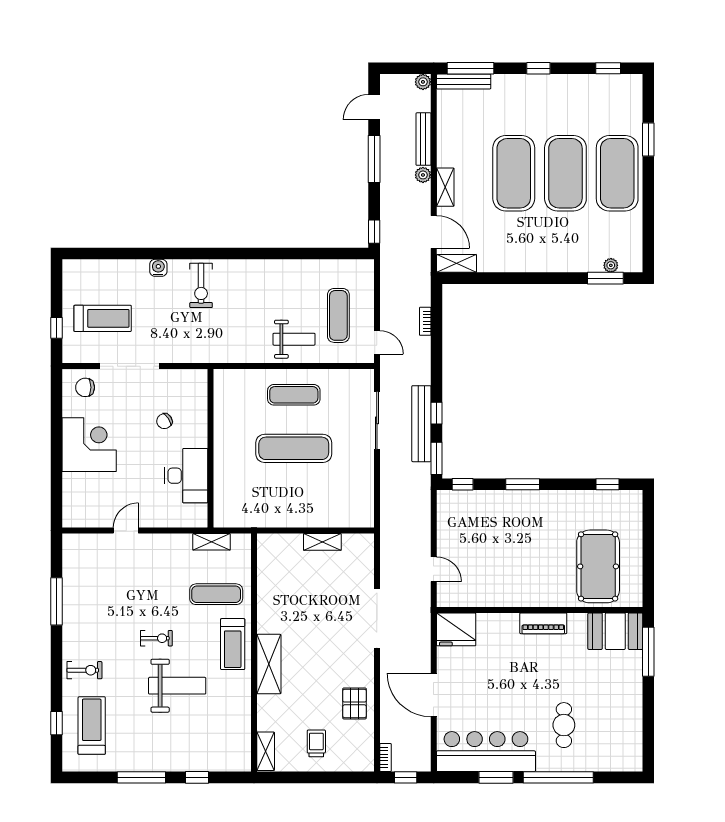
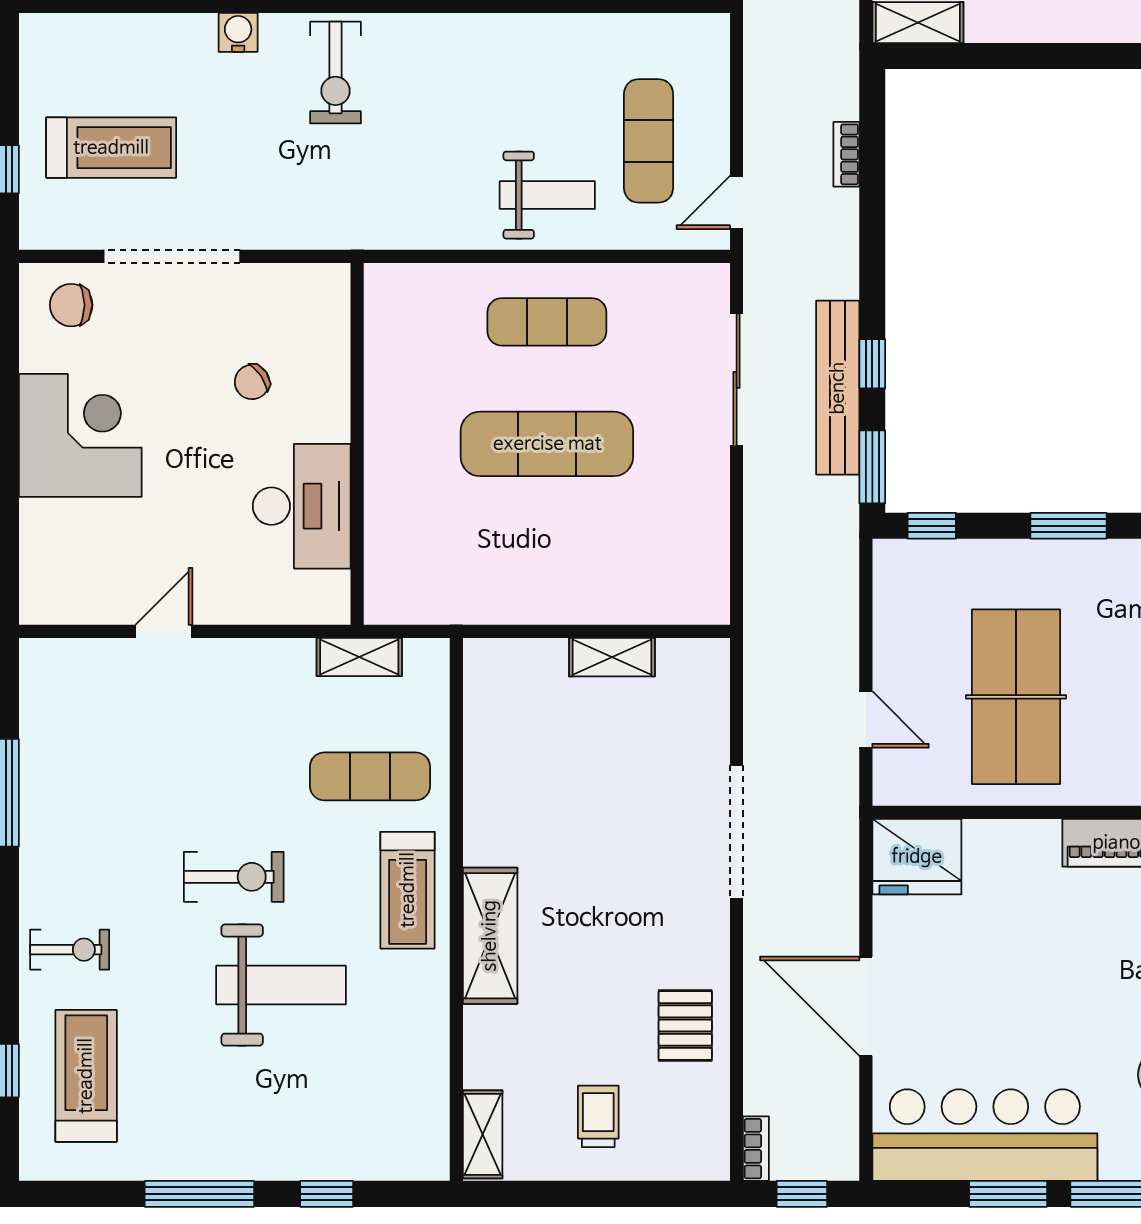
door: (377, 342) -> (737, 202), swing flipped
table tennis table: (500, 559) -> (1016, 697), added
exercise bike: (156, 638) -> (234, 877), width x1.38, depth x1.39

